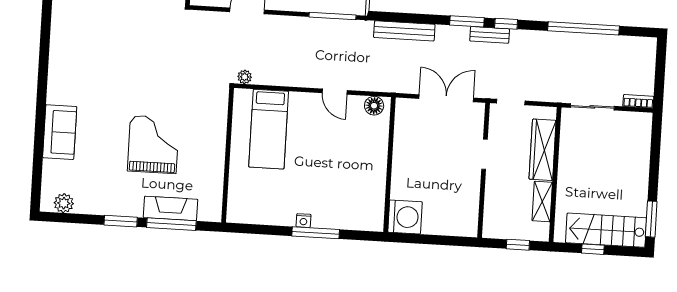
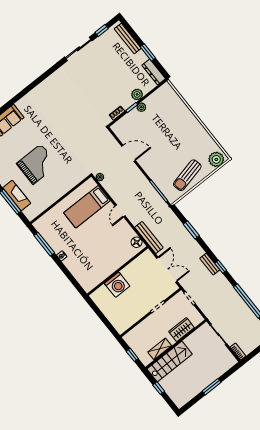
window: (467, 21) -> (191, 230), moved
bench: (404, 31) -> (149, 238), moved
door: (335, 92) -> (120, 211), moved
wardrobe: (543, 150) -> (181, 330), width x0.67
washing machine: (405, 217) -> (117, 285), moved
window: (651, 219) -> (212, 387), moved
stairs: (606, 230) -> (170, 362), moved, turned 90
window: (316, 233) -> (44, 244), moved

